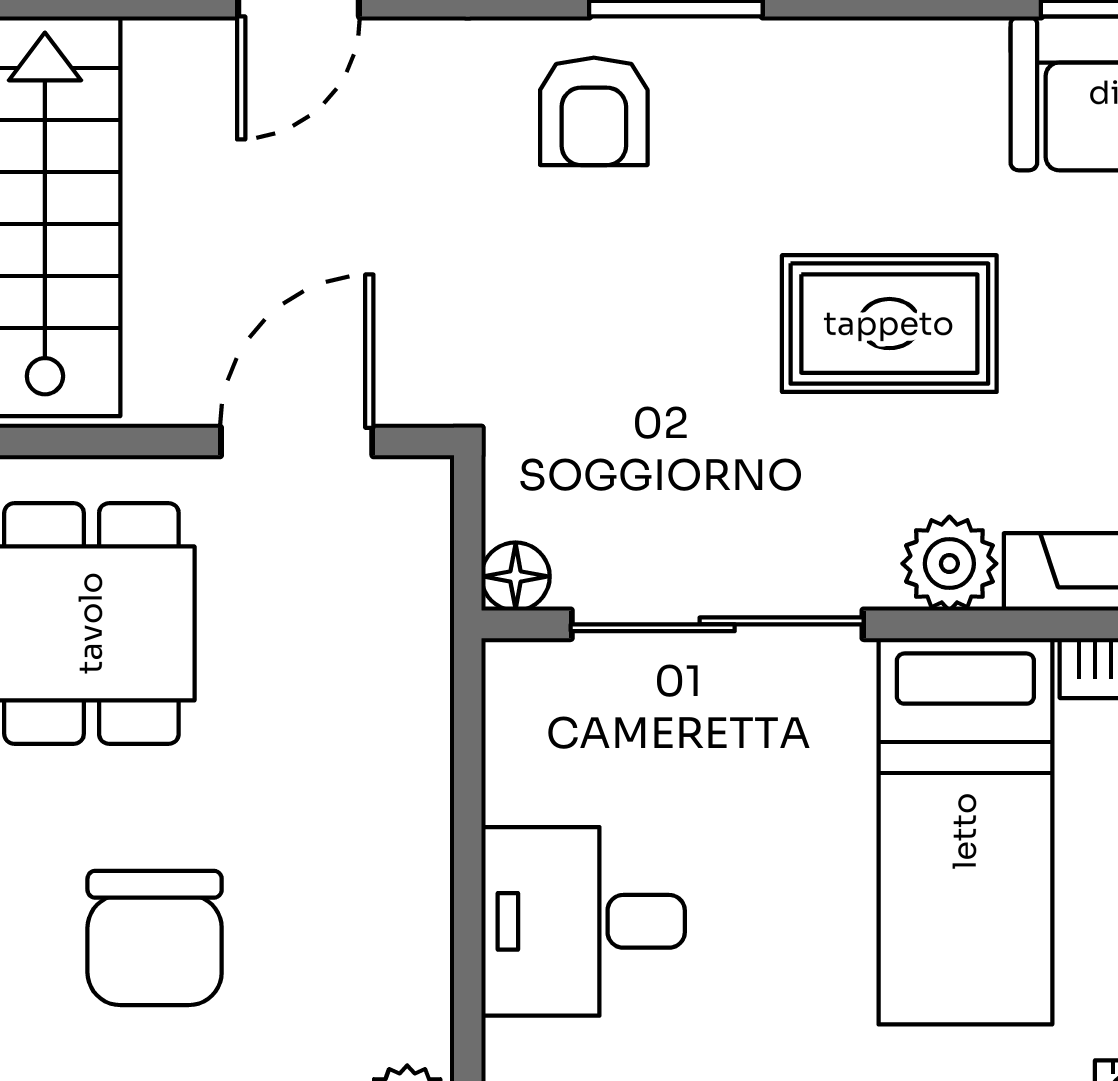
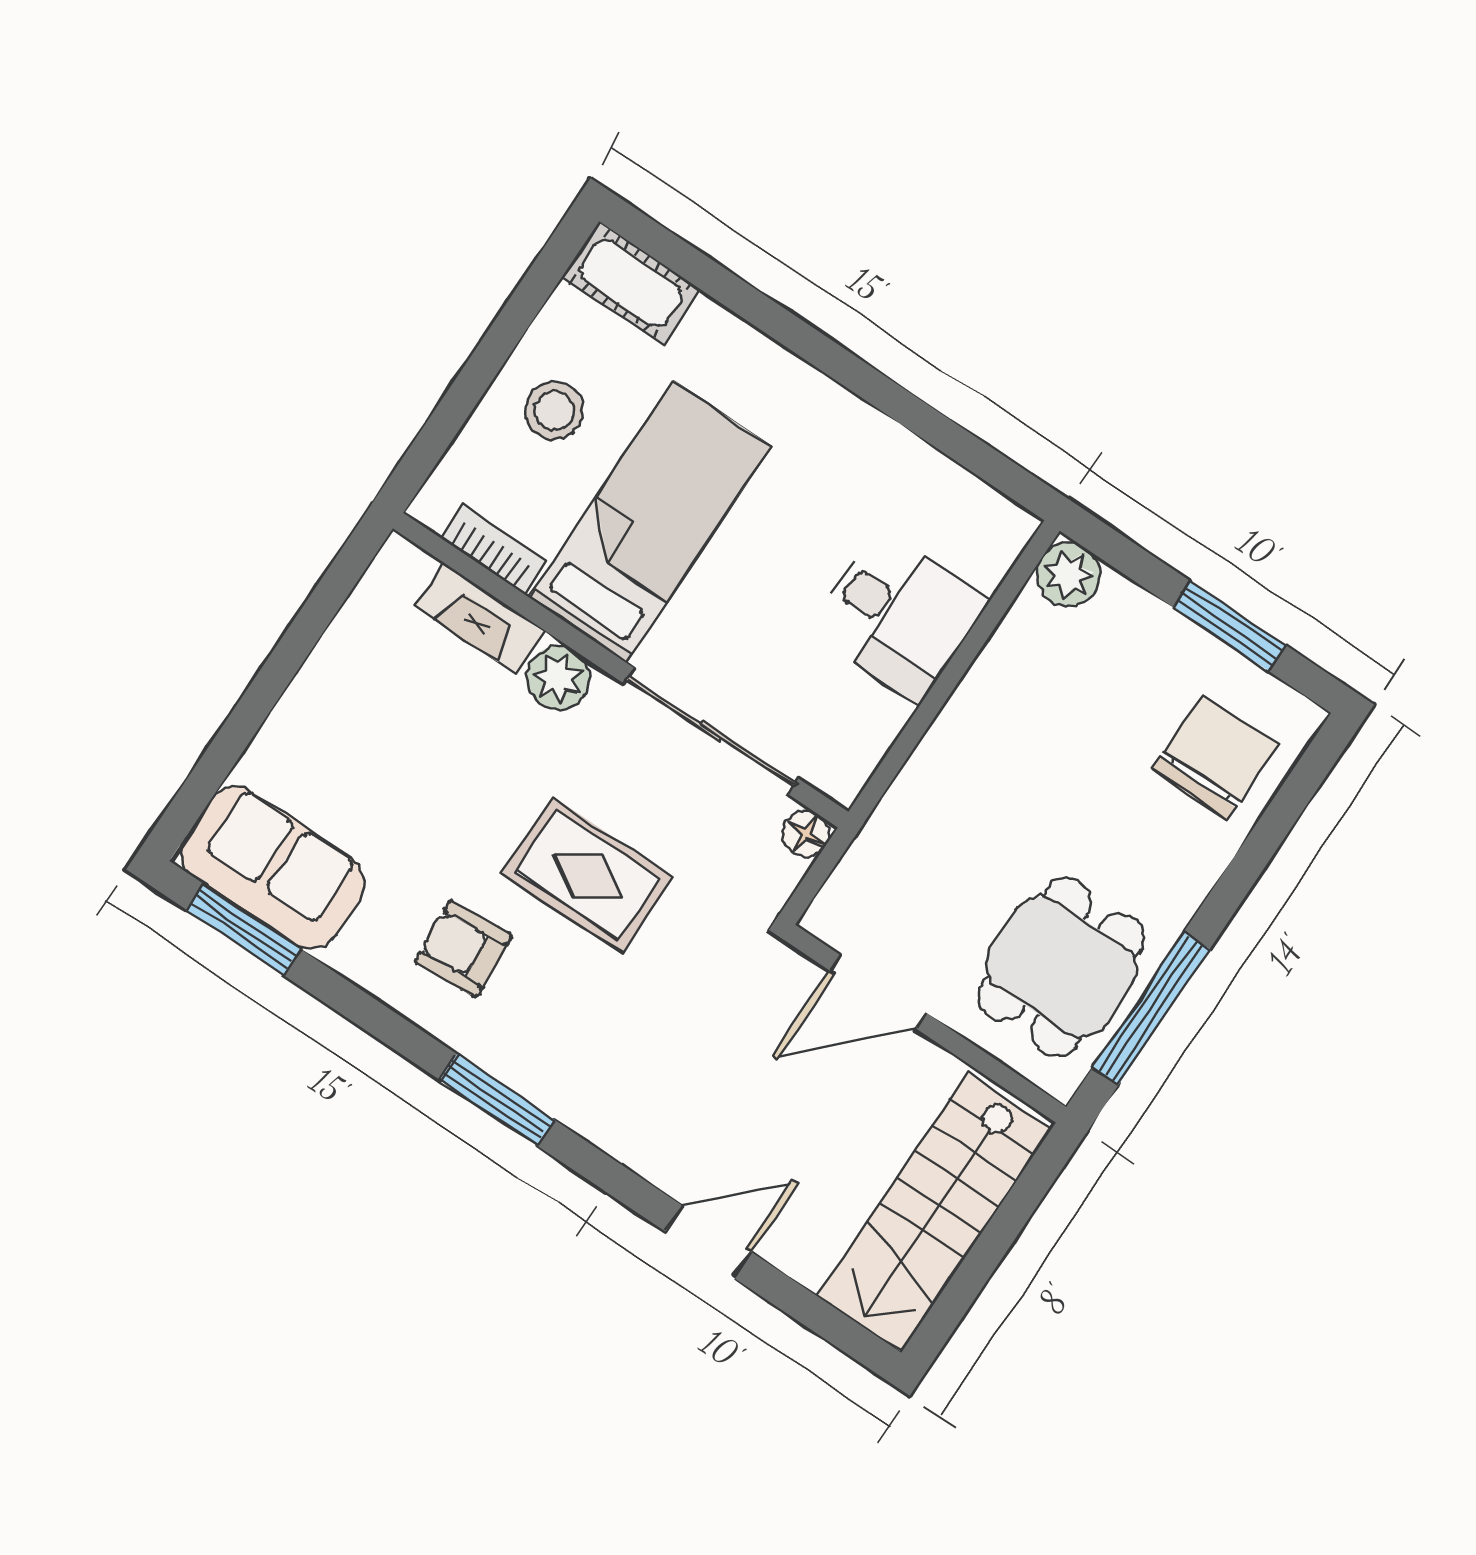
armchair: (594, 111) -> (463, 949), moved, turned -94
rug: (889, 324) -> (587, 875), moved
chair: (155, 938) -> (1215, 757), moved

